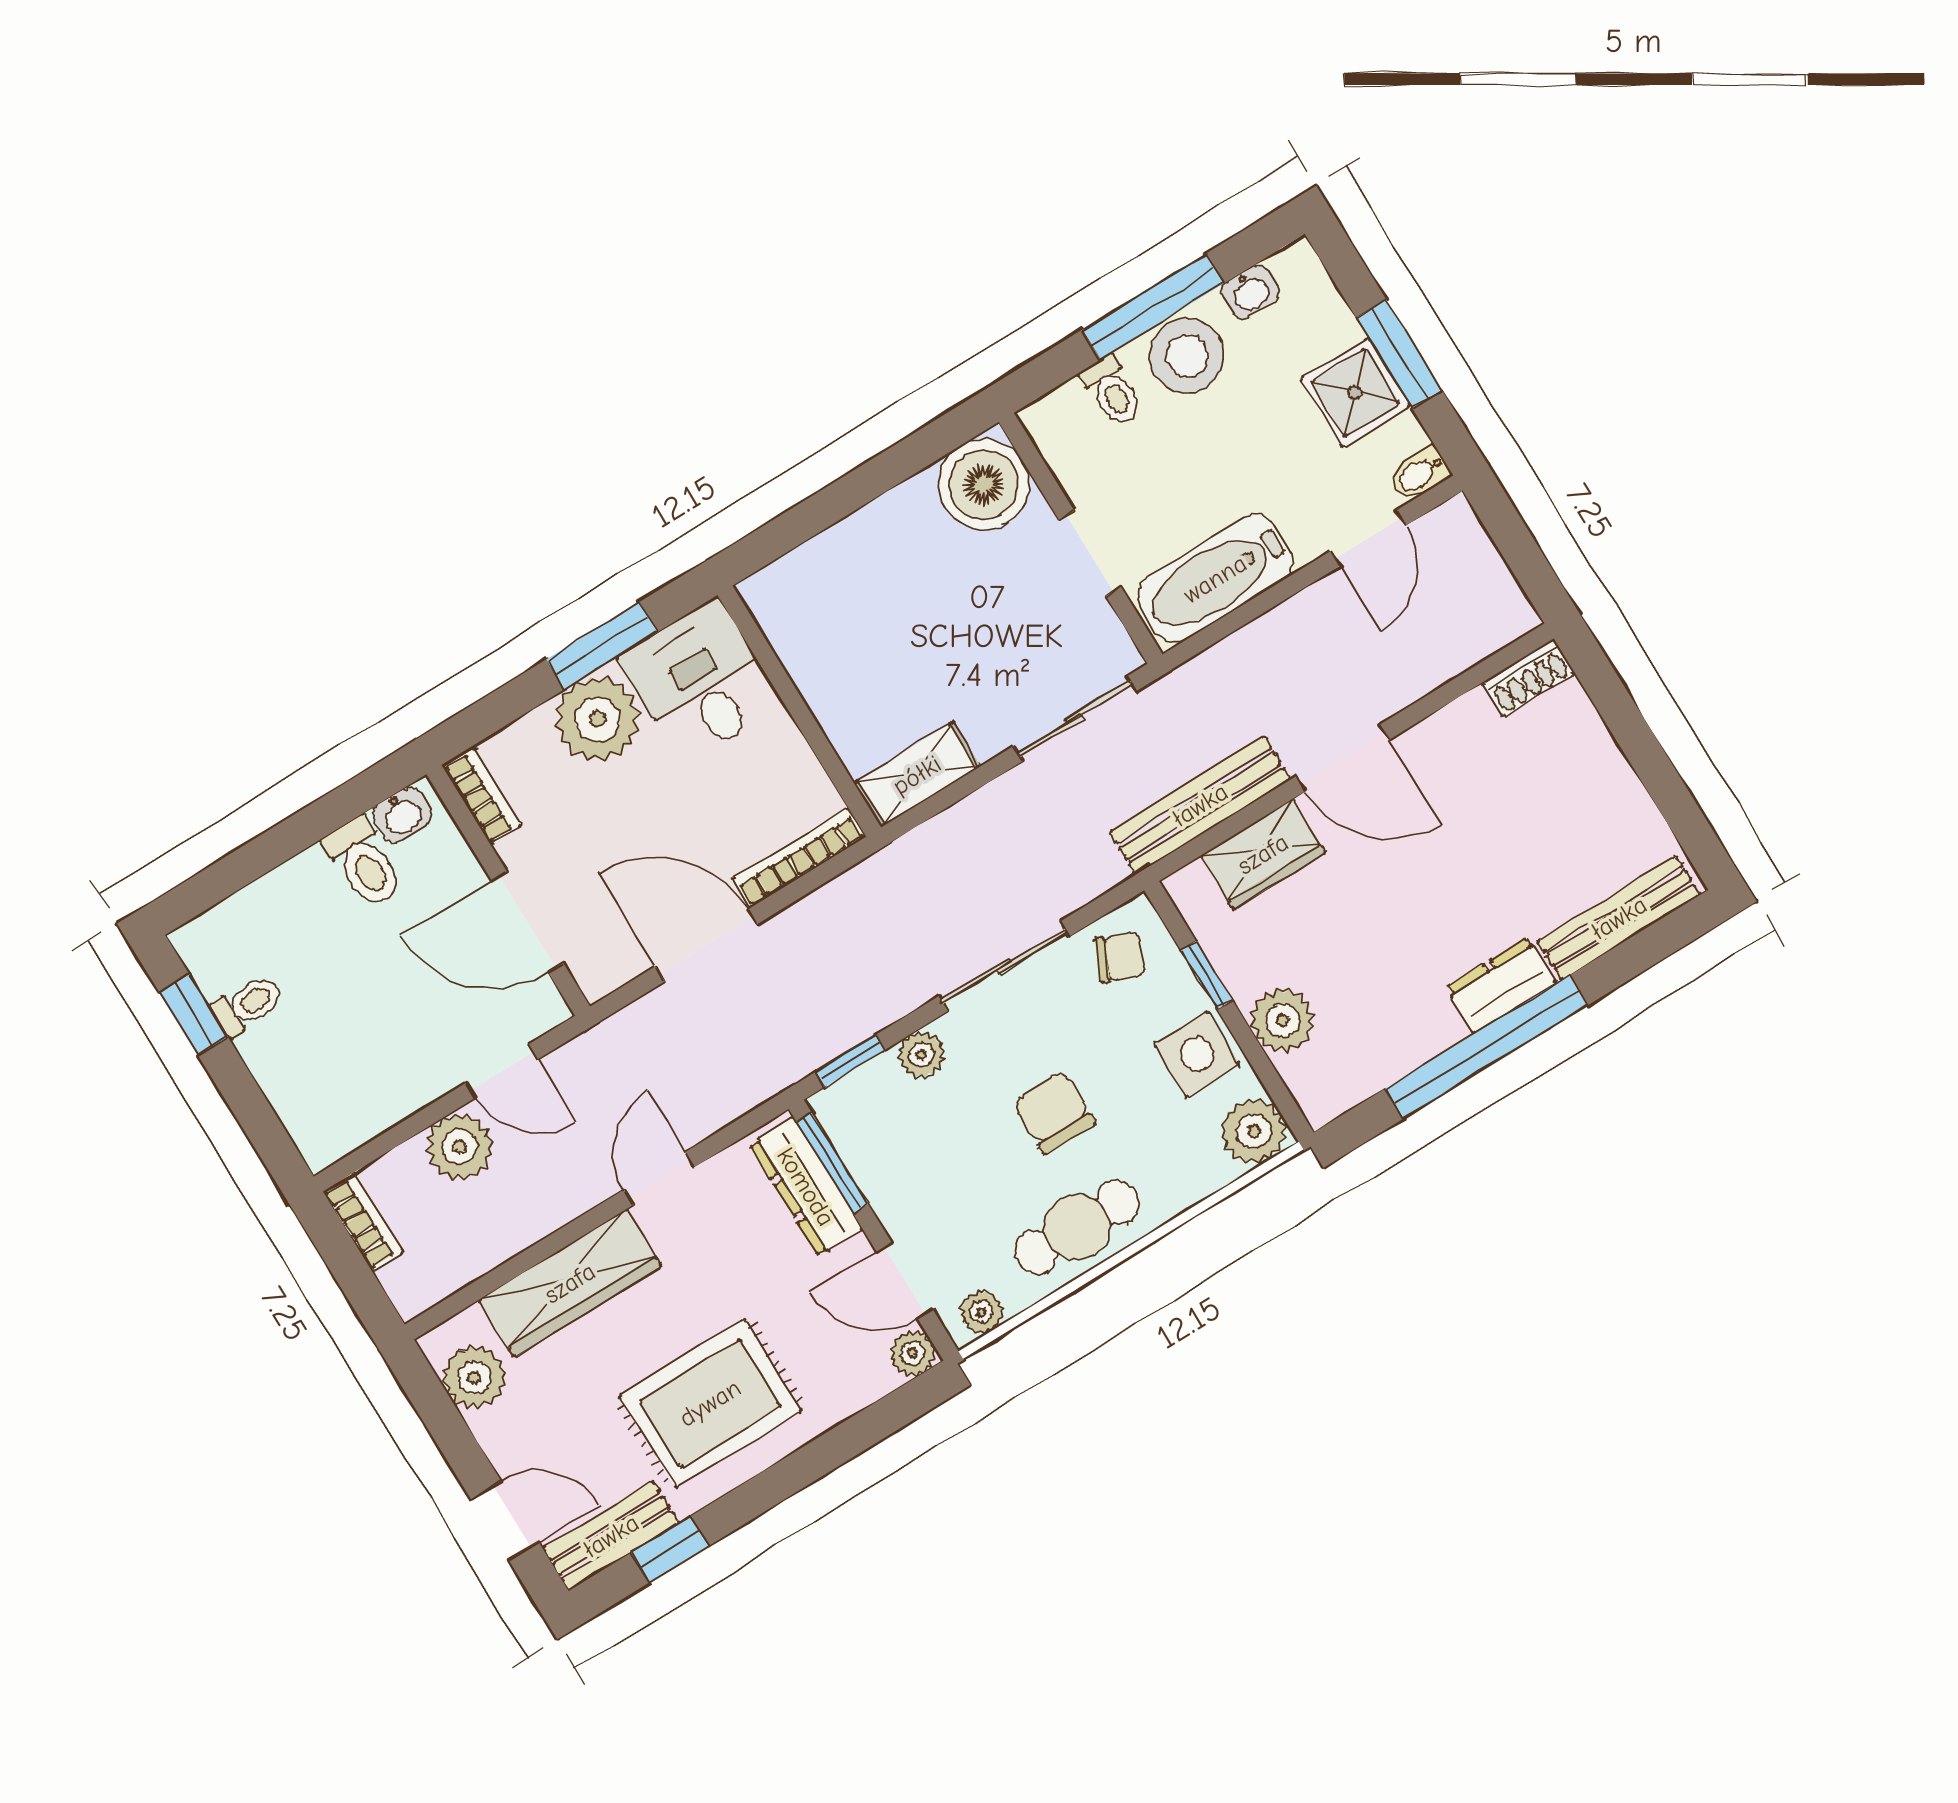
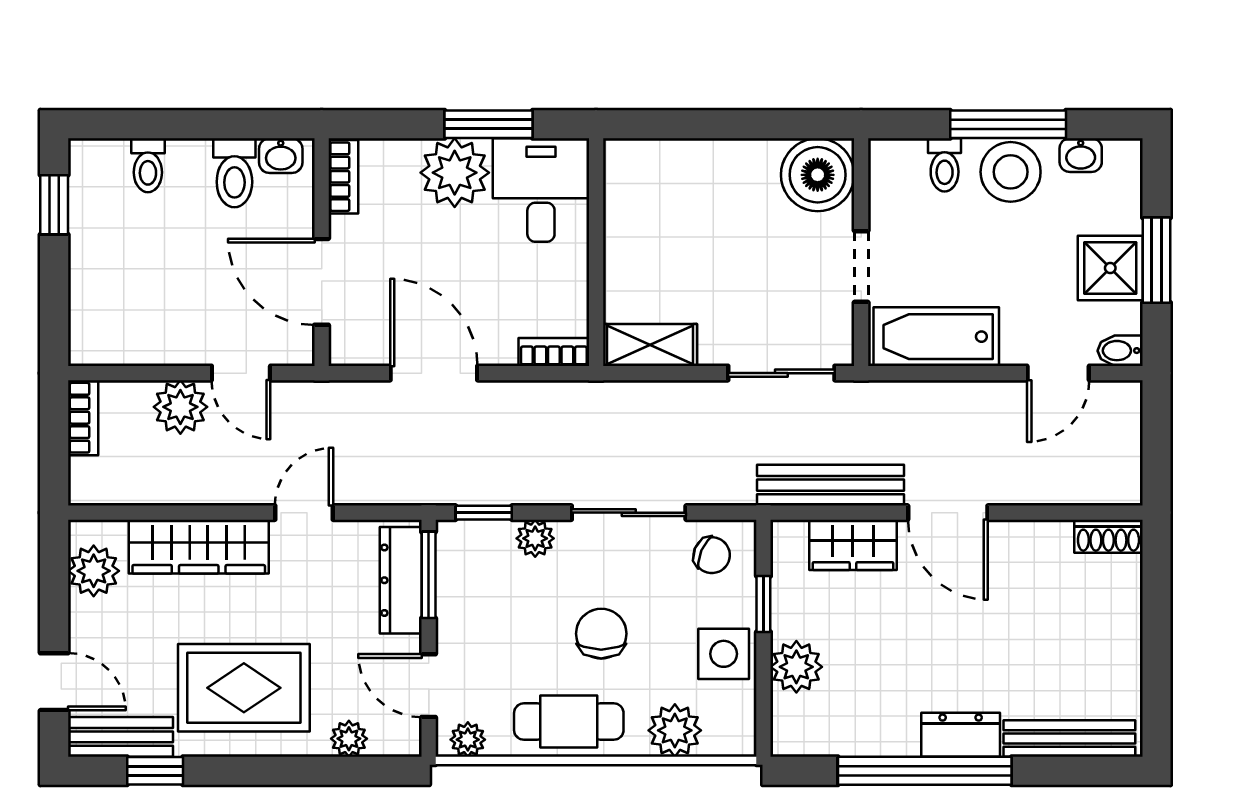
bookcase: (799, 858) -> (554, 352), width x0.64
toilet: (247, 1005) -> (148, 165), moved, turned 90
plant: (1254, 1131) -> (675, 730), moved
plant: (913, 1353) -> (349, 739), moved

